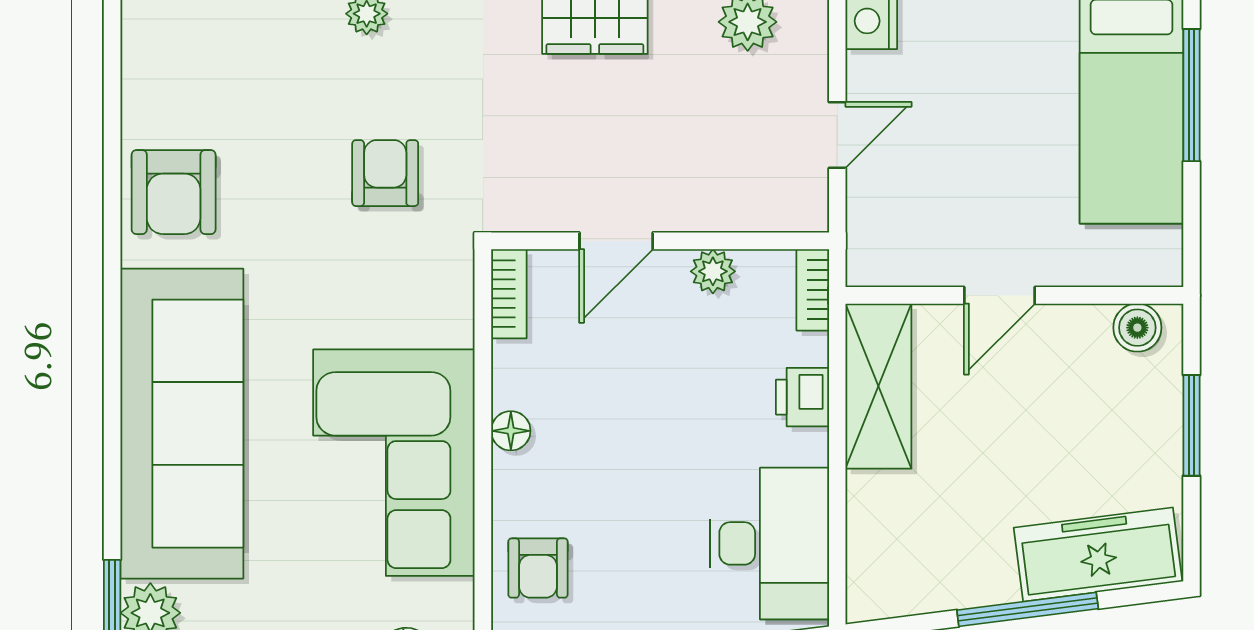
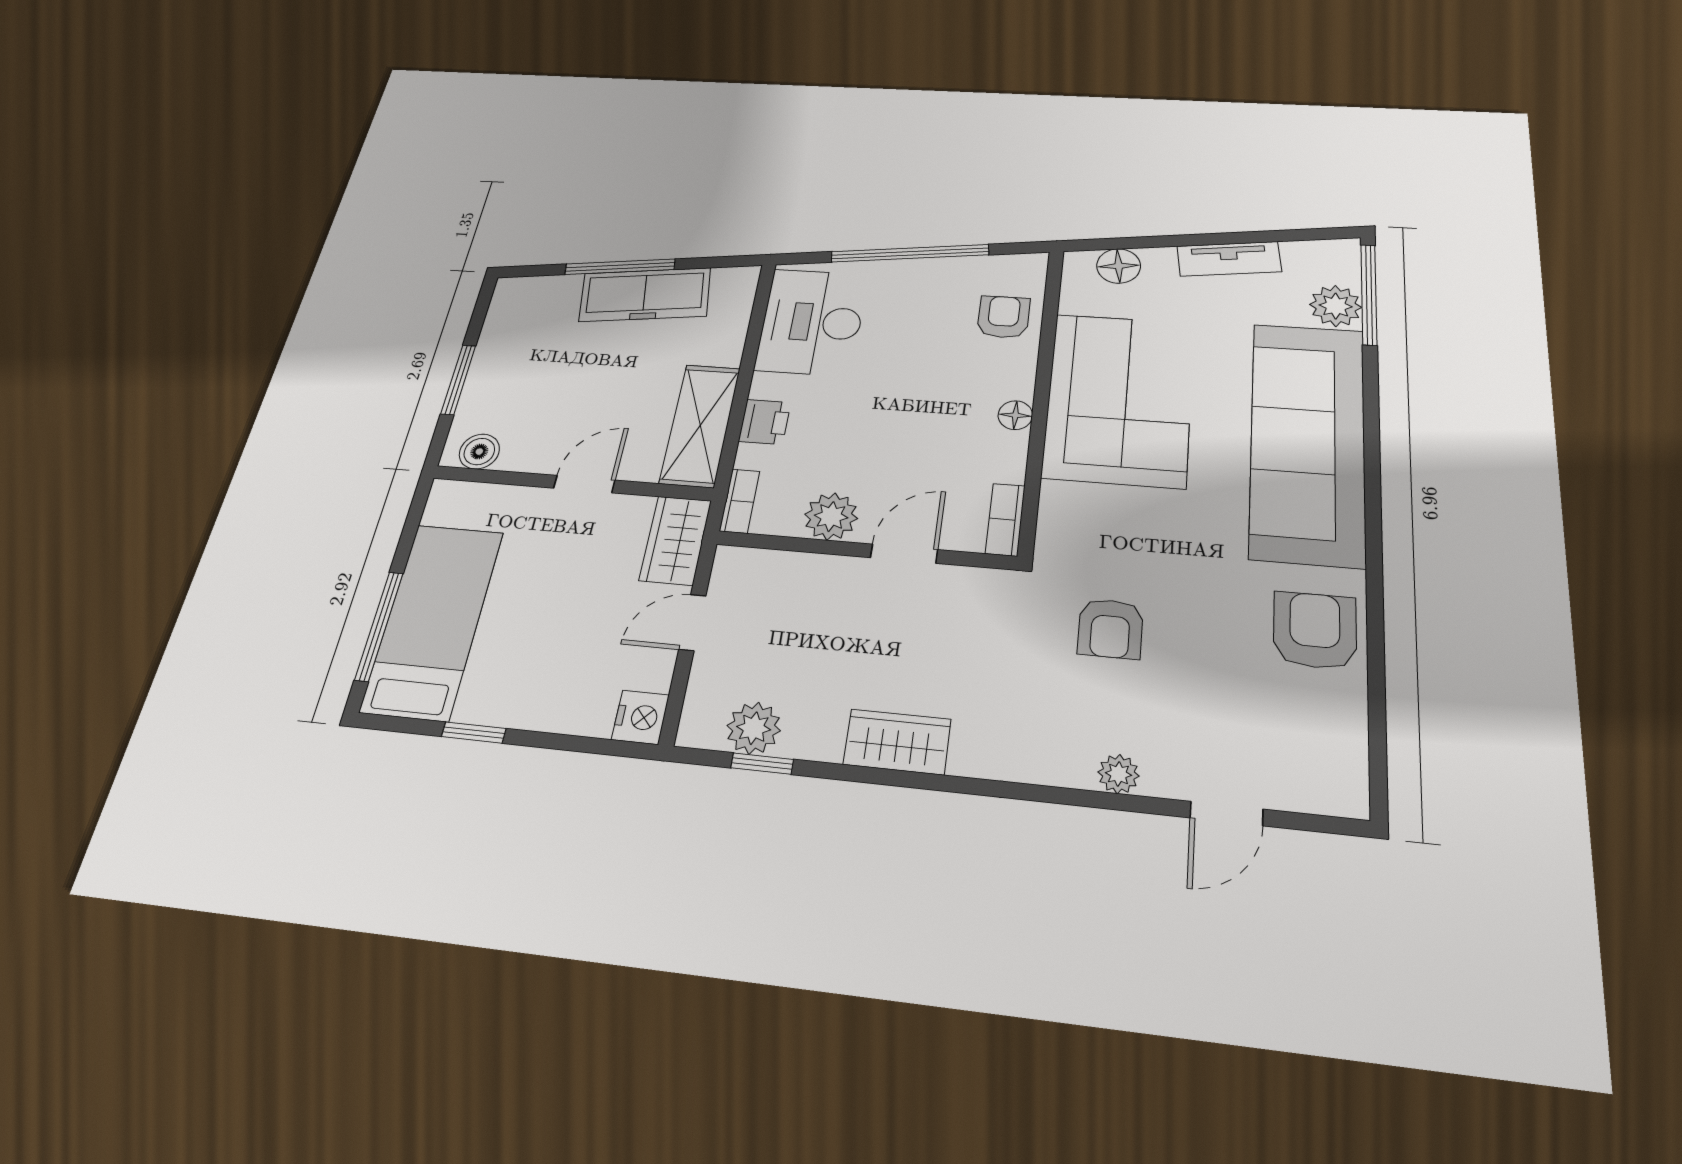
wardrobe: (877, 233) -> (675, 540), added
plant: (713, 271) -> (831, 516), width x1.38, depth x1.38
freezer: (1098, 555) -> (645, 295), moved

